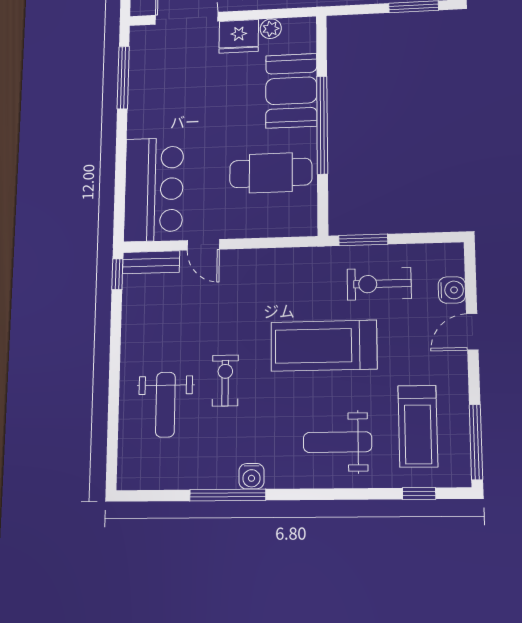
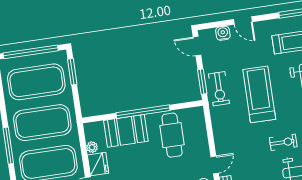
door: (433, 238) -> (197, 46), added
exercise bike: (379, 284) -> (219, 89), moved
treadmill: (324, 346) -> (259, 94), turned 180
exercise bike: (225, 380) -> (283, 142), turned 180

